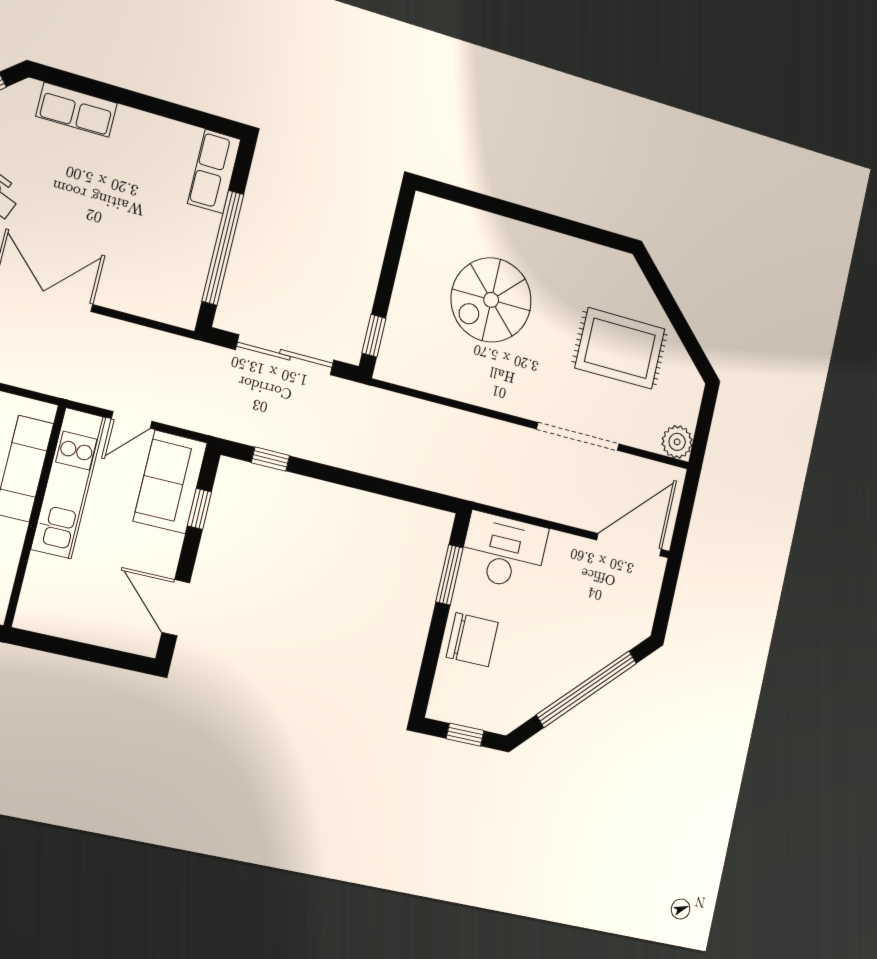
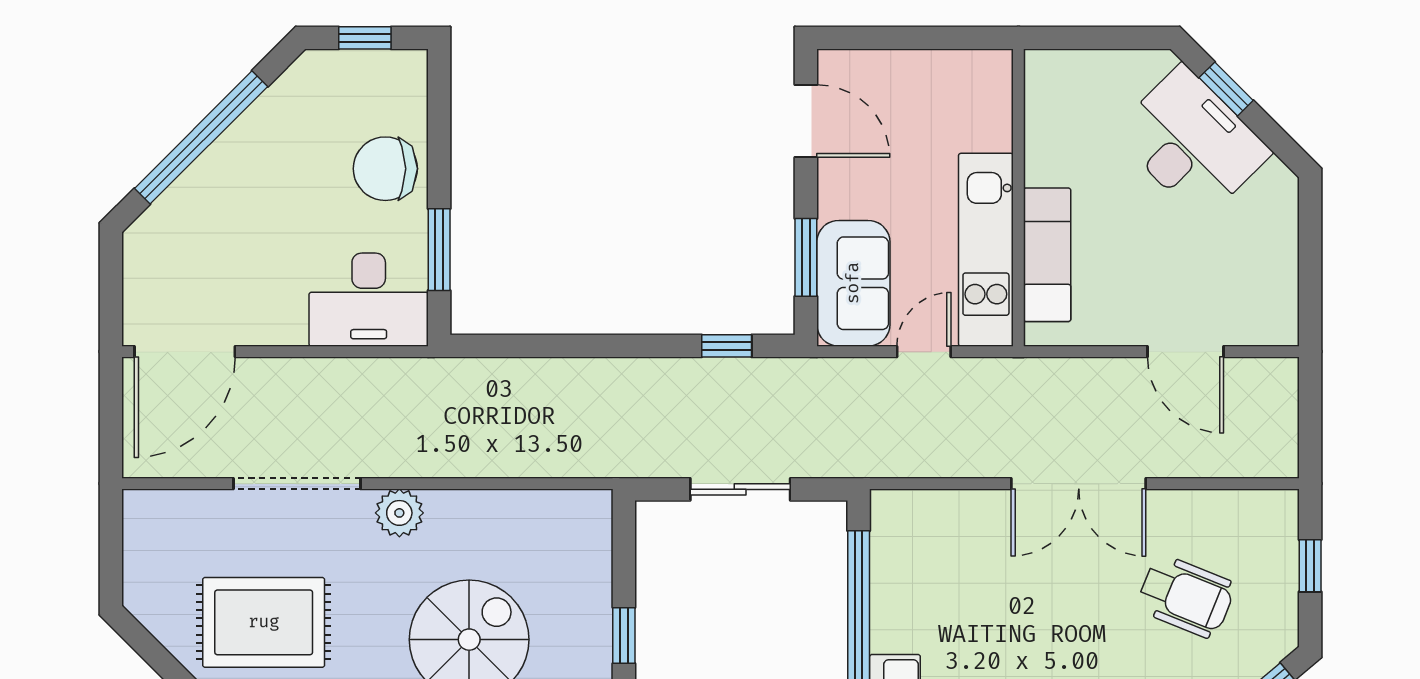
window: (374, 336) -> (624, 636), moved
sliding door: (285, 355) -> (740, 489), width x0.73
plant: (677, 442) -> (399, 513), moved
window: (199, 509) -> (806, 257), width x1.50

